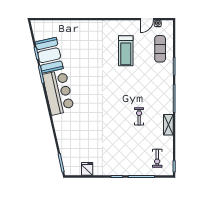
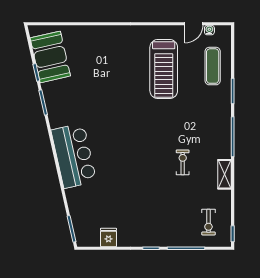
treadmill: (126, 51) -> (164, 69), width x1.37, depth x1.38
booth: (49, 55) -> (50, 57), moved
bar counter: (58, 92) -> (74, 156), moved

